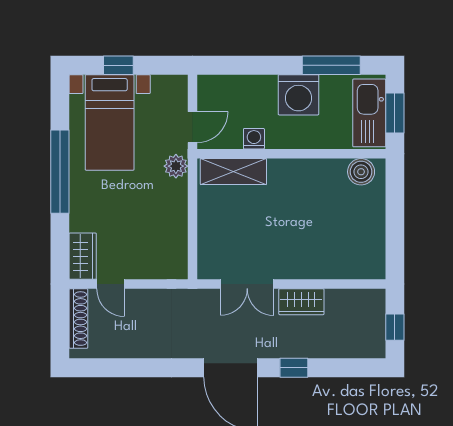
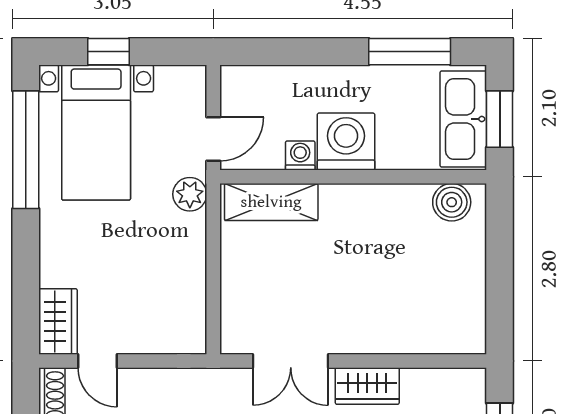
washing machine: (298, 95) -> (346, 142), moved, turned 180
window: (60, 172) -> (26, 150), moved

